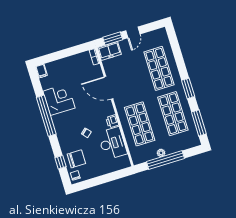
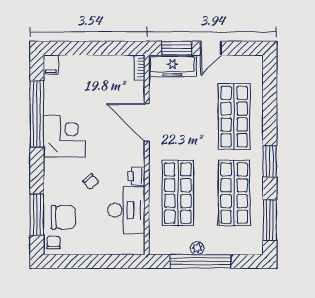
freezer: (109, 51) -> (172, 66), width x1.40
corner desk: (59, 100) -> (64, 136), moved
window: (46, 116) -> (37, 114), moved
window: (60, 162) -> (37, 215), width x2.17

